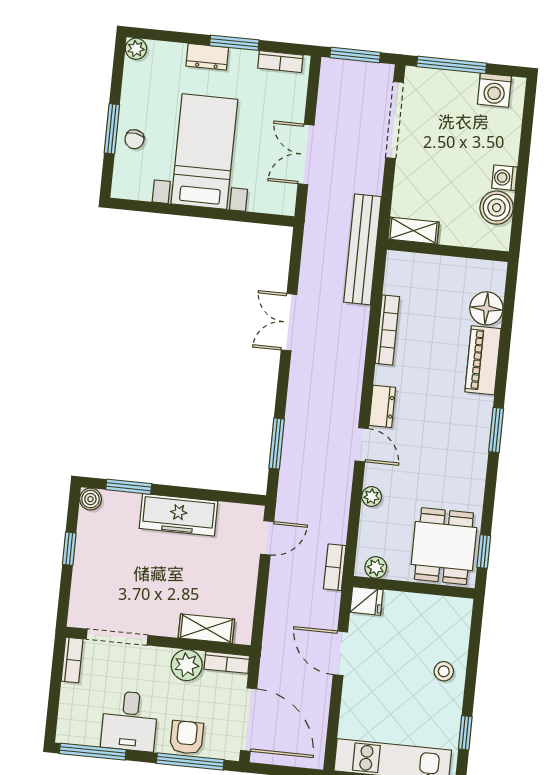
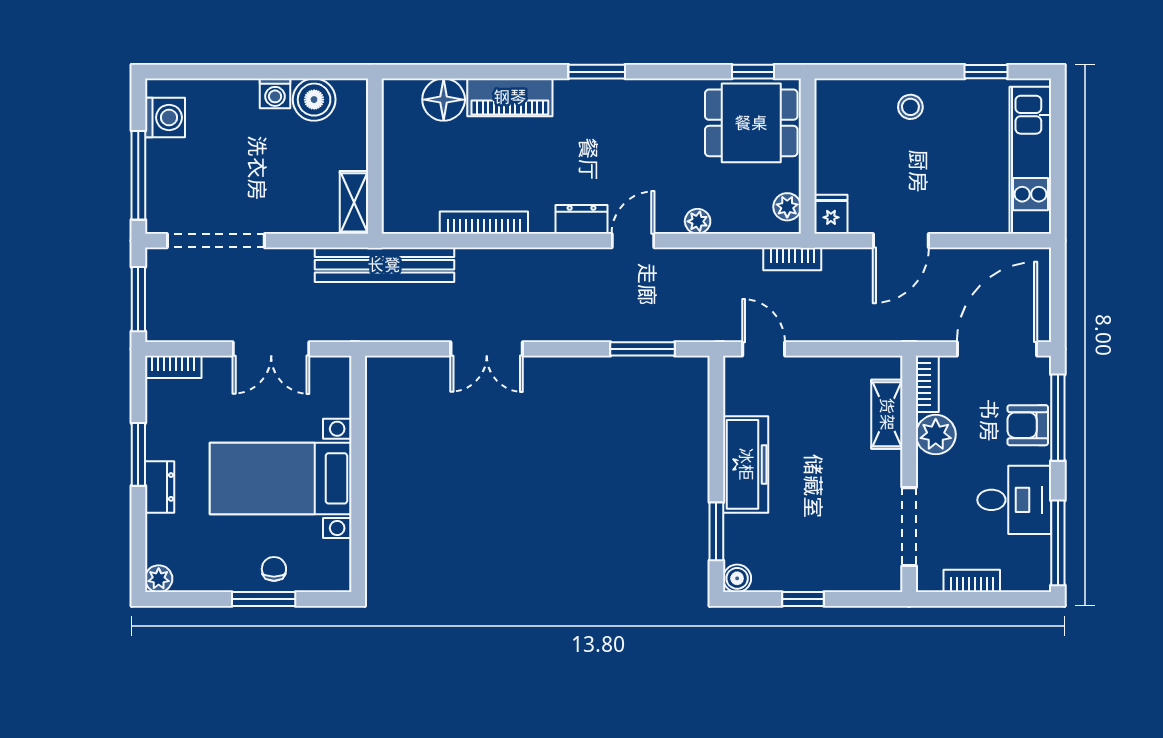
bookcase: (280, 62) -> (173, 367), moved, turned 90
chair: (134, 139) -> (274, 569), turned -100
bookcase: (72, 660) -> (972, 581), moved

